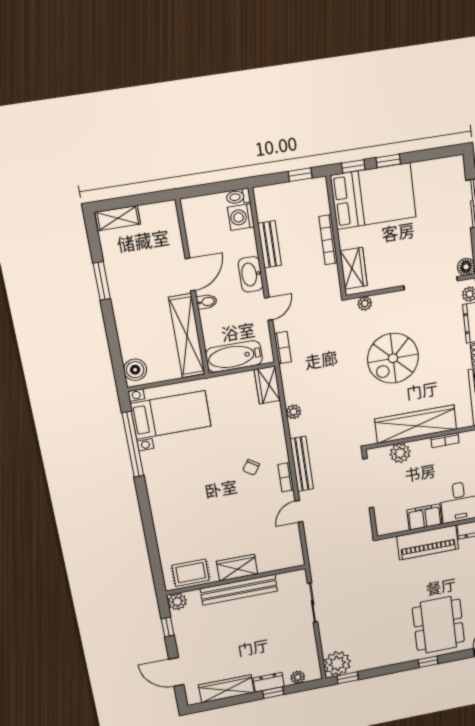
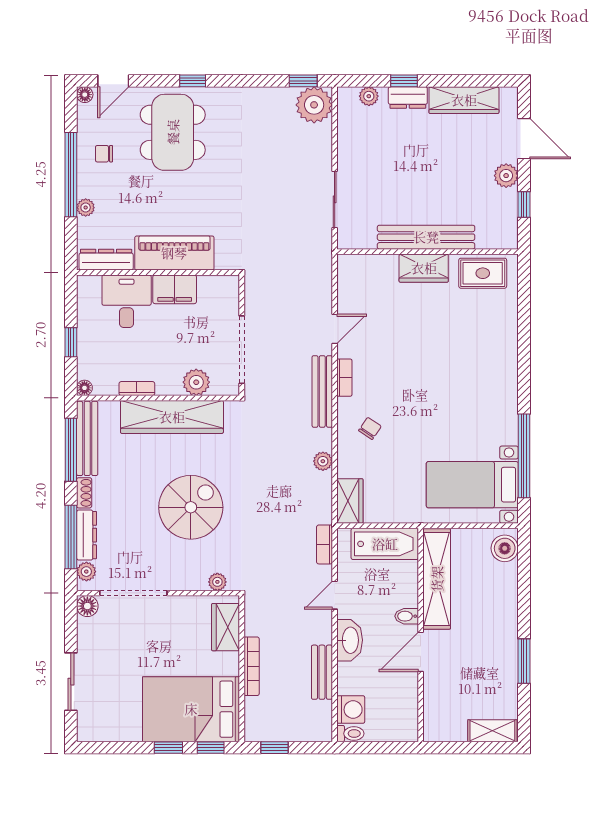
chair: (251, 467) -> (370, 428), moved
plant: (177, 602) -> (506, 176), moved

